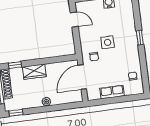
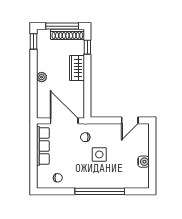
window: (140, 38) -> (100, 191), width x3.17
row of seats: (112, 92) -> (43, 146), width x1.48

